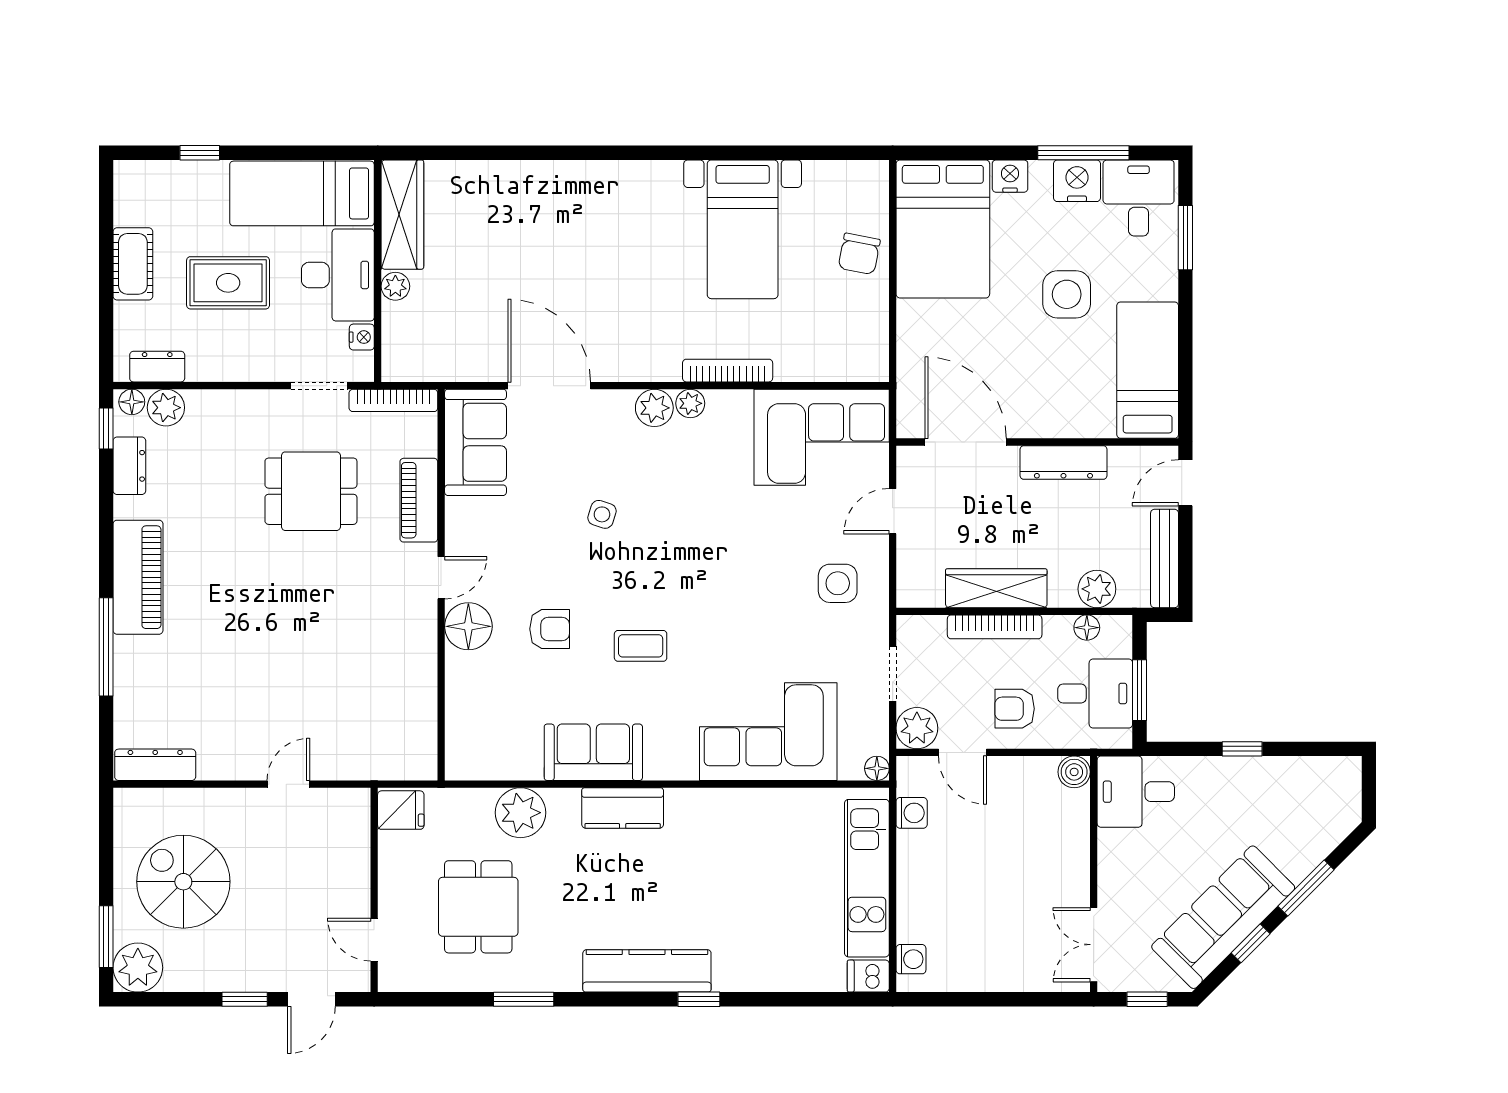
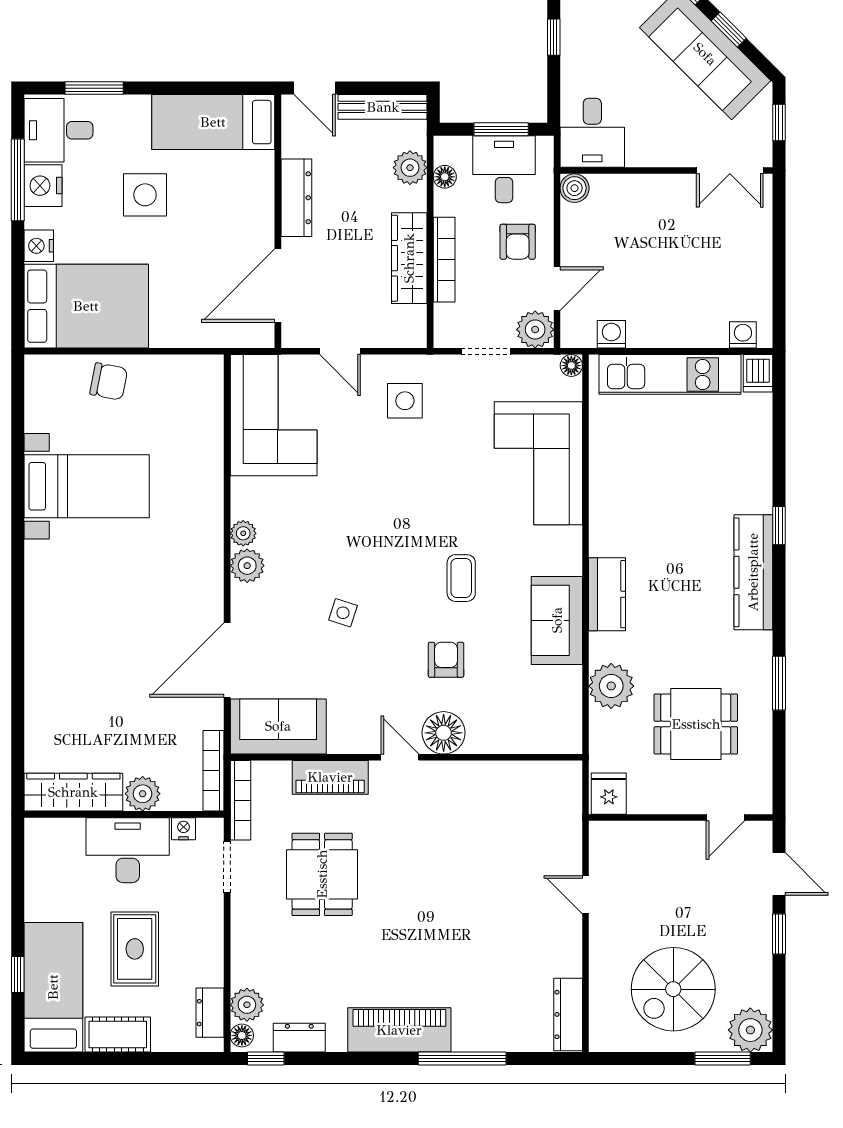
bed: (302, 193) -> (53, 987), moved, turned 180
plant: (395, 286) -> (143, 794), width x1.38, depth x1.38
bookcase: (728, 371) -> (214, 771), moved

